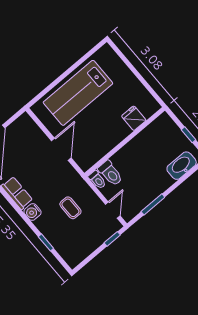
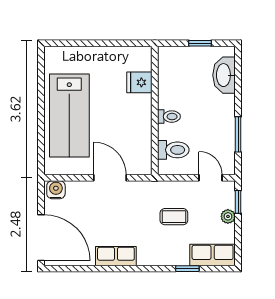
toilet: (97, 180) -> (169, 117), moved
water cooler: (32, 212) -> (56, 190), moved, turned 180
plant: (98, 240) -> (228, 216), added
row of seats: (67, 251) -> (213, 255), added

